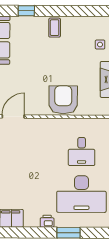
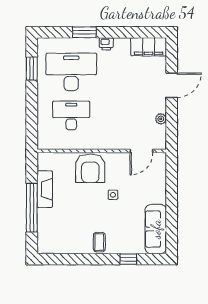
side table: (100, 45) -> (113, 195), moved
desk: (82, 151) -> (71, 115), width x1.37

